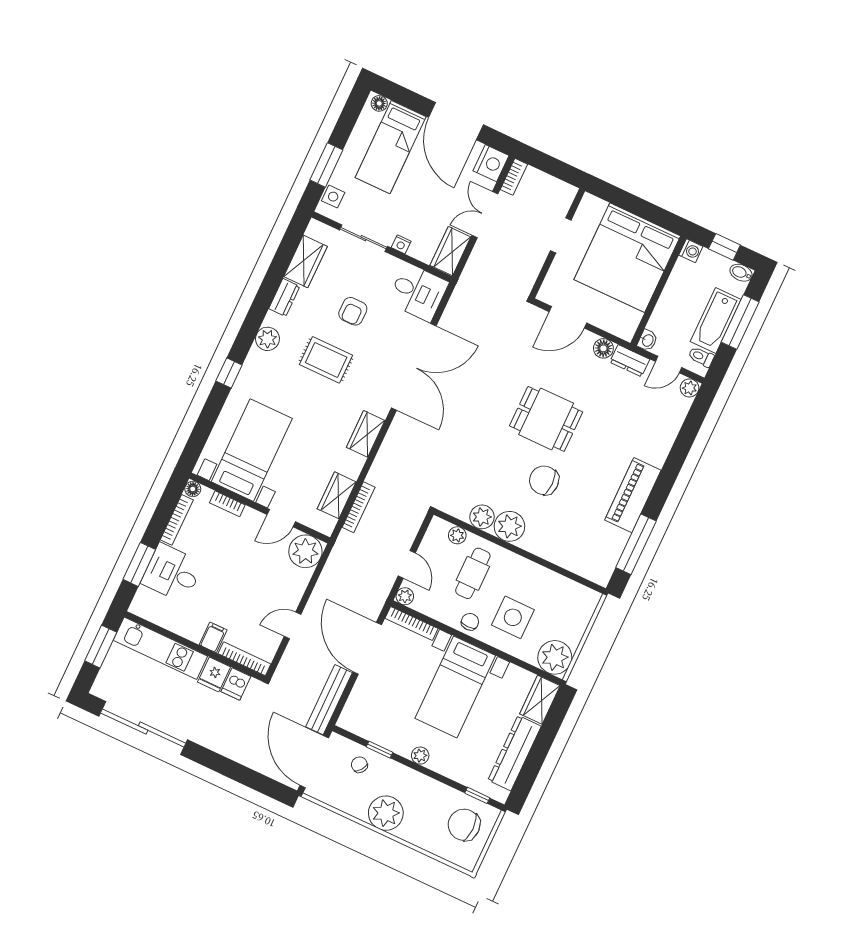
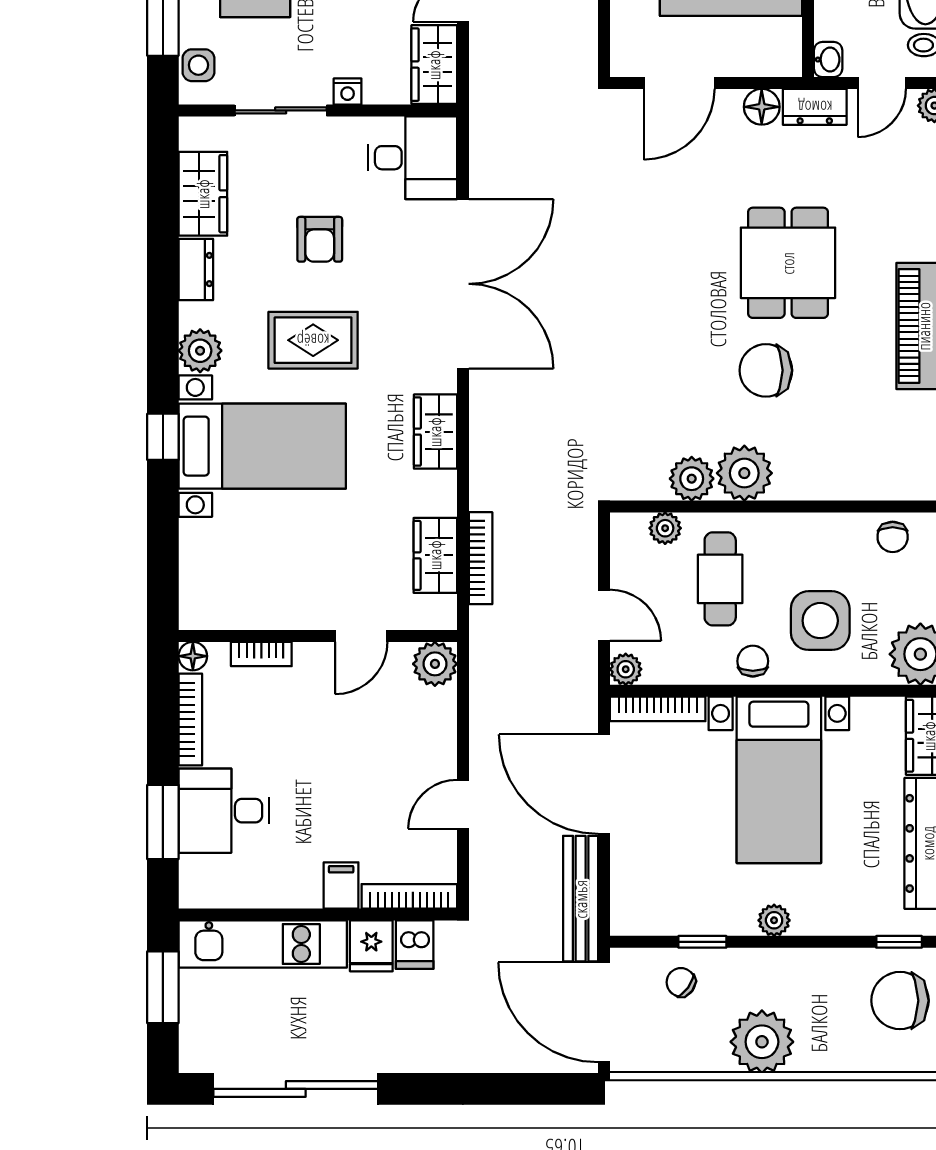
dining table: (546, 419) -> (788, 263), moved, turned 90
bed with nightstands: (252, 450) -> (262, 446), moved, turned 90
plant: (305, 551) -> (435, 664), width x0.73, depth x0.73
chair: (568, 593) -> (893, 537), added

